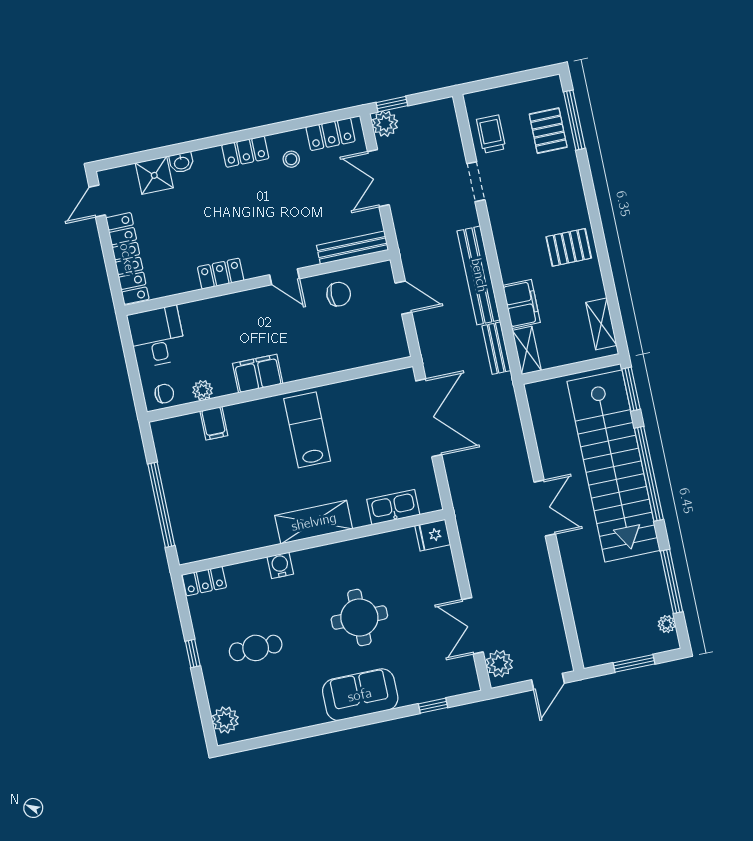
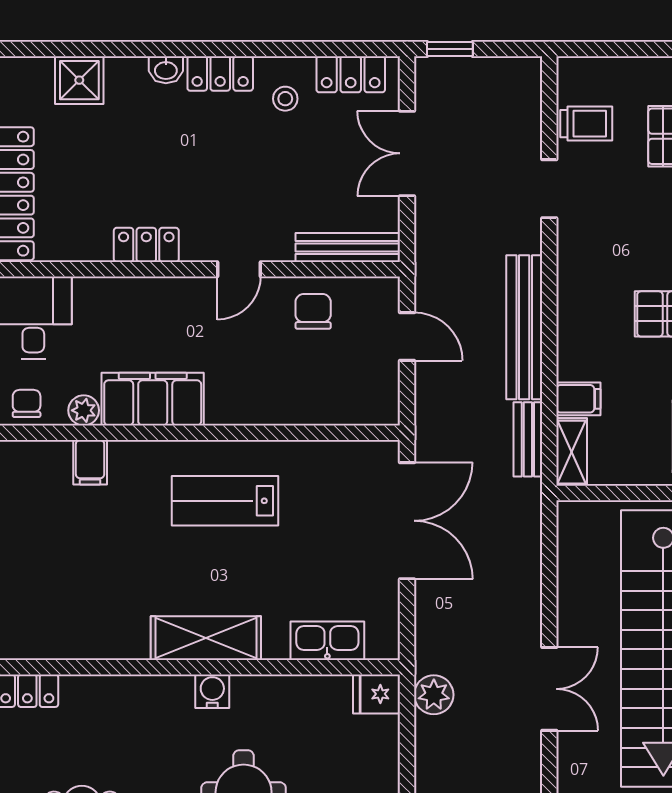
plant: (385, 124) -> (434, 695), moved
trolley: (491, 134) -> (586, 124), turned 90
washbasin: (182, 163) -> (166, 70), moved
door: (284, 277) -> (239, 269), hinge flipped
chair: (339, 294) -> (313, 311), turned -90
filing cabinet: (521, 304) -> (578, 399), width x0.50
filing cabinet: (258, 374) -> (153, 399), width x1.50, depth x1.17
chair: (164, 394) -> (27, 403), turned -90
lab bench: (307, 430) -> (225, 501), turned -90
water cooler: (280, 565) -> (212, 691), moved

